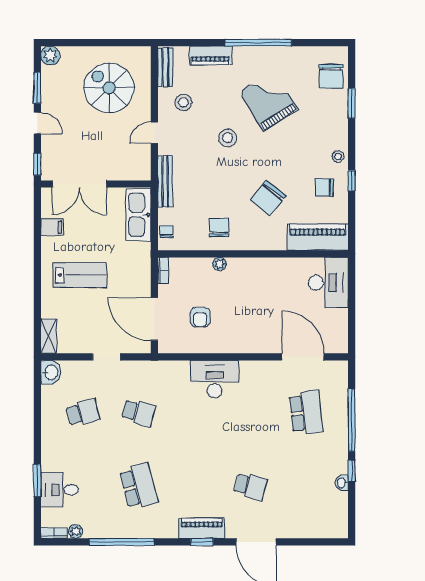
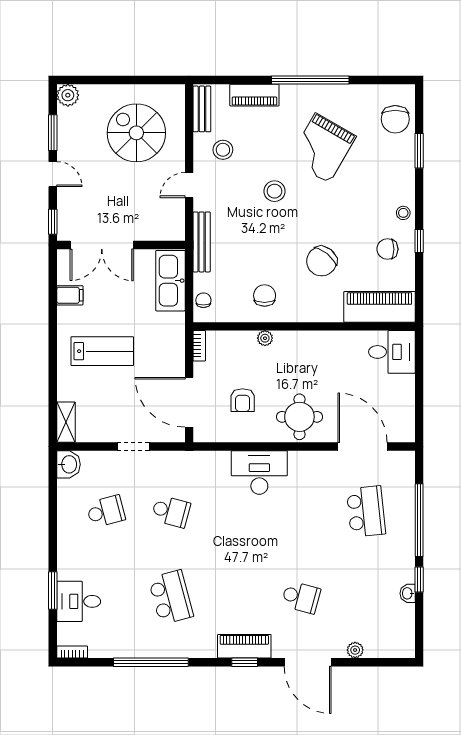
grand piano: (269, 101) -> (322, 148), turned -118
desk: (328, 283) -> (392, 352), width x0.73
round table: (249, 331) -> (299, 417), added
plant: (76, 531) -> (355, 650), moved

